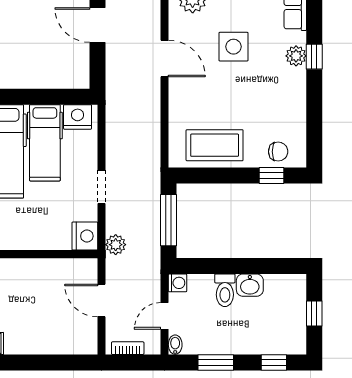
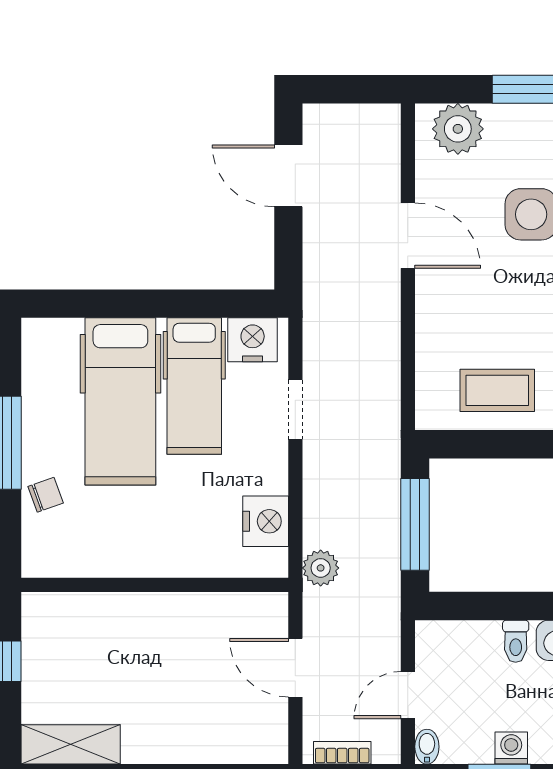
coffee table: (215, 145) -> (497, 390), width x0.73, depth x0.76
doorway: (102, 187) -> (295, 409), moved
nightstand: (85, 236) -> (266, 521), moved
washing machine: (178, 283) -> (511, 748), moved, turned -90
toilet: (225, 290) -> (516, 641), width x0.73, depth x0.72

